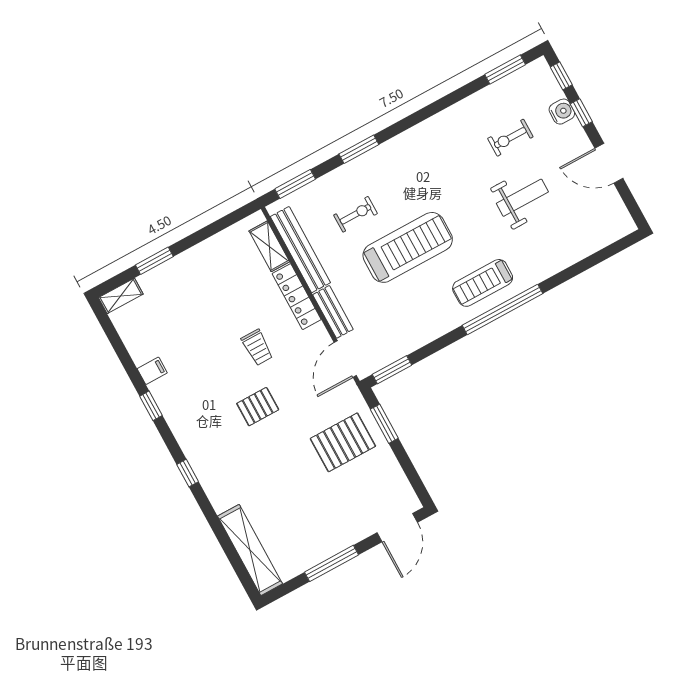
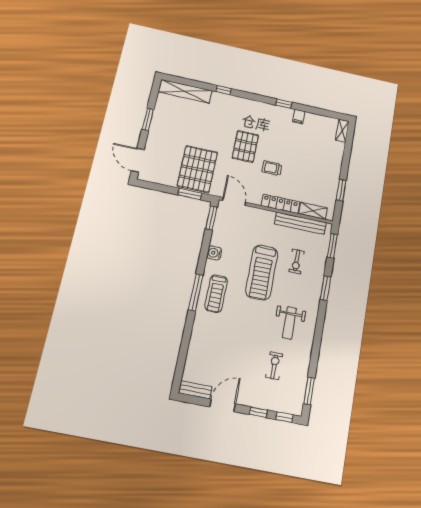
water cooler: (562, 112) -> (214, 253), moved, turned 90
weight bench: (522, 198) -> (289, 323), moved
window: (154, 261) -> (341, 190), moved
treadmill: (483, 283) -> (216, 294), turned 180
window: (503, 309) -> (196, 292), width x0.68
bench: (333, 312) -> (195, 390), moved
pallet: (258, 407) -> (245, 146), width x1.50, depth x1.42
pallet: (343, 442) -> (197, 169), width x1.37, depth x1.41
window: (188, 473) -> (224, 90), moved
window: (331, 563) -> (148, 119), width x0.69

